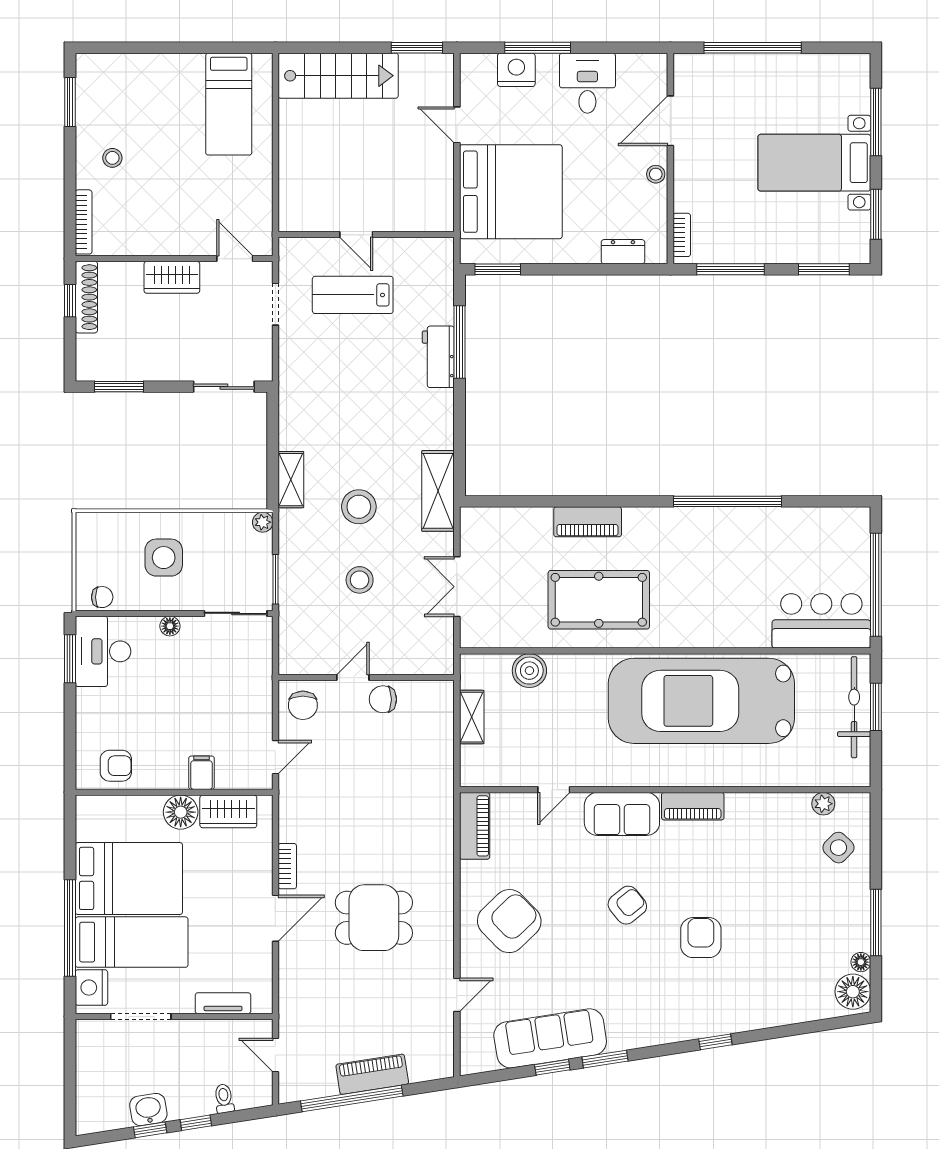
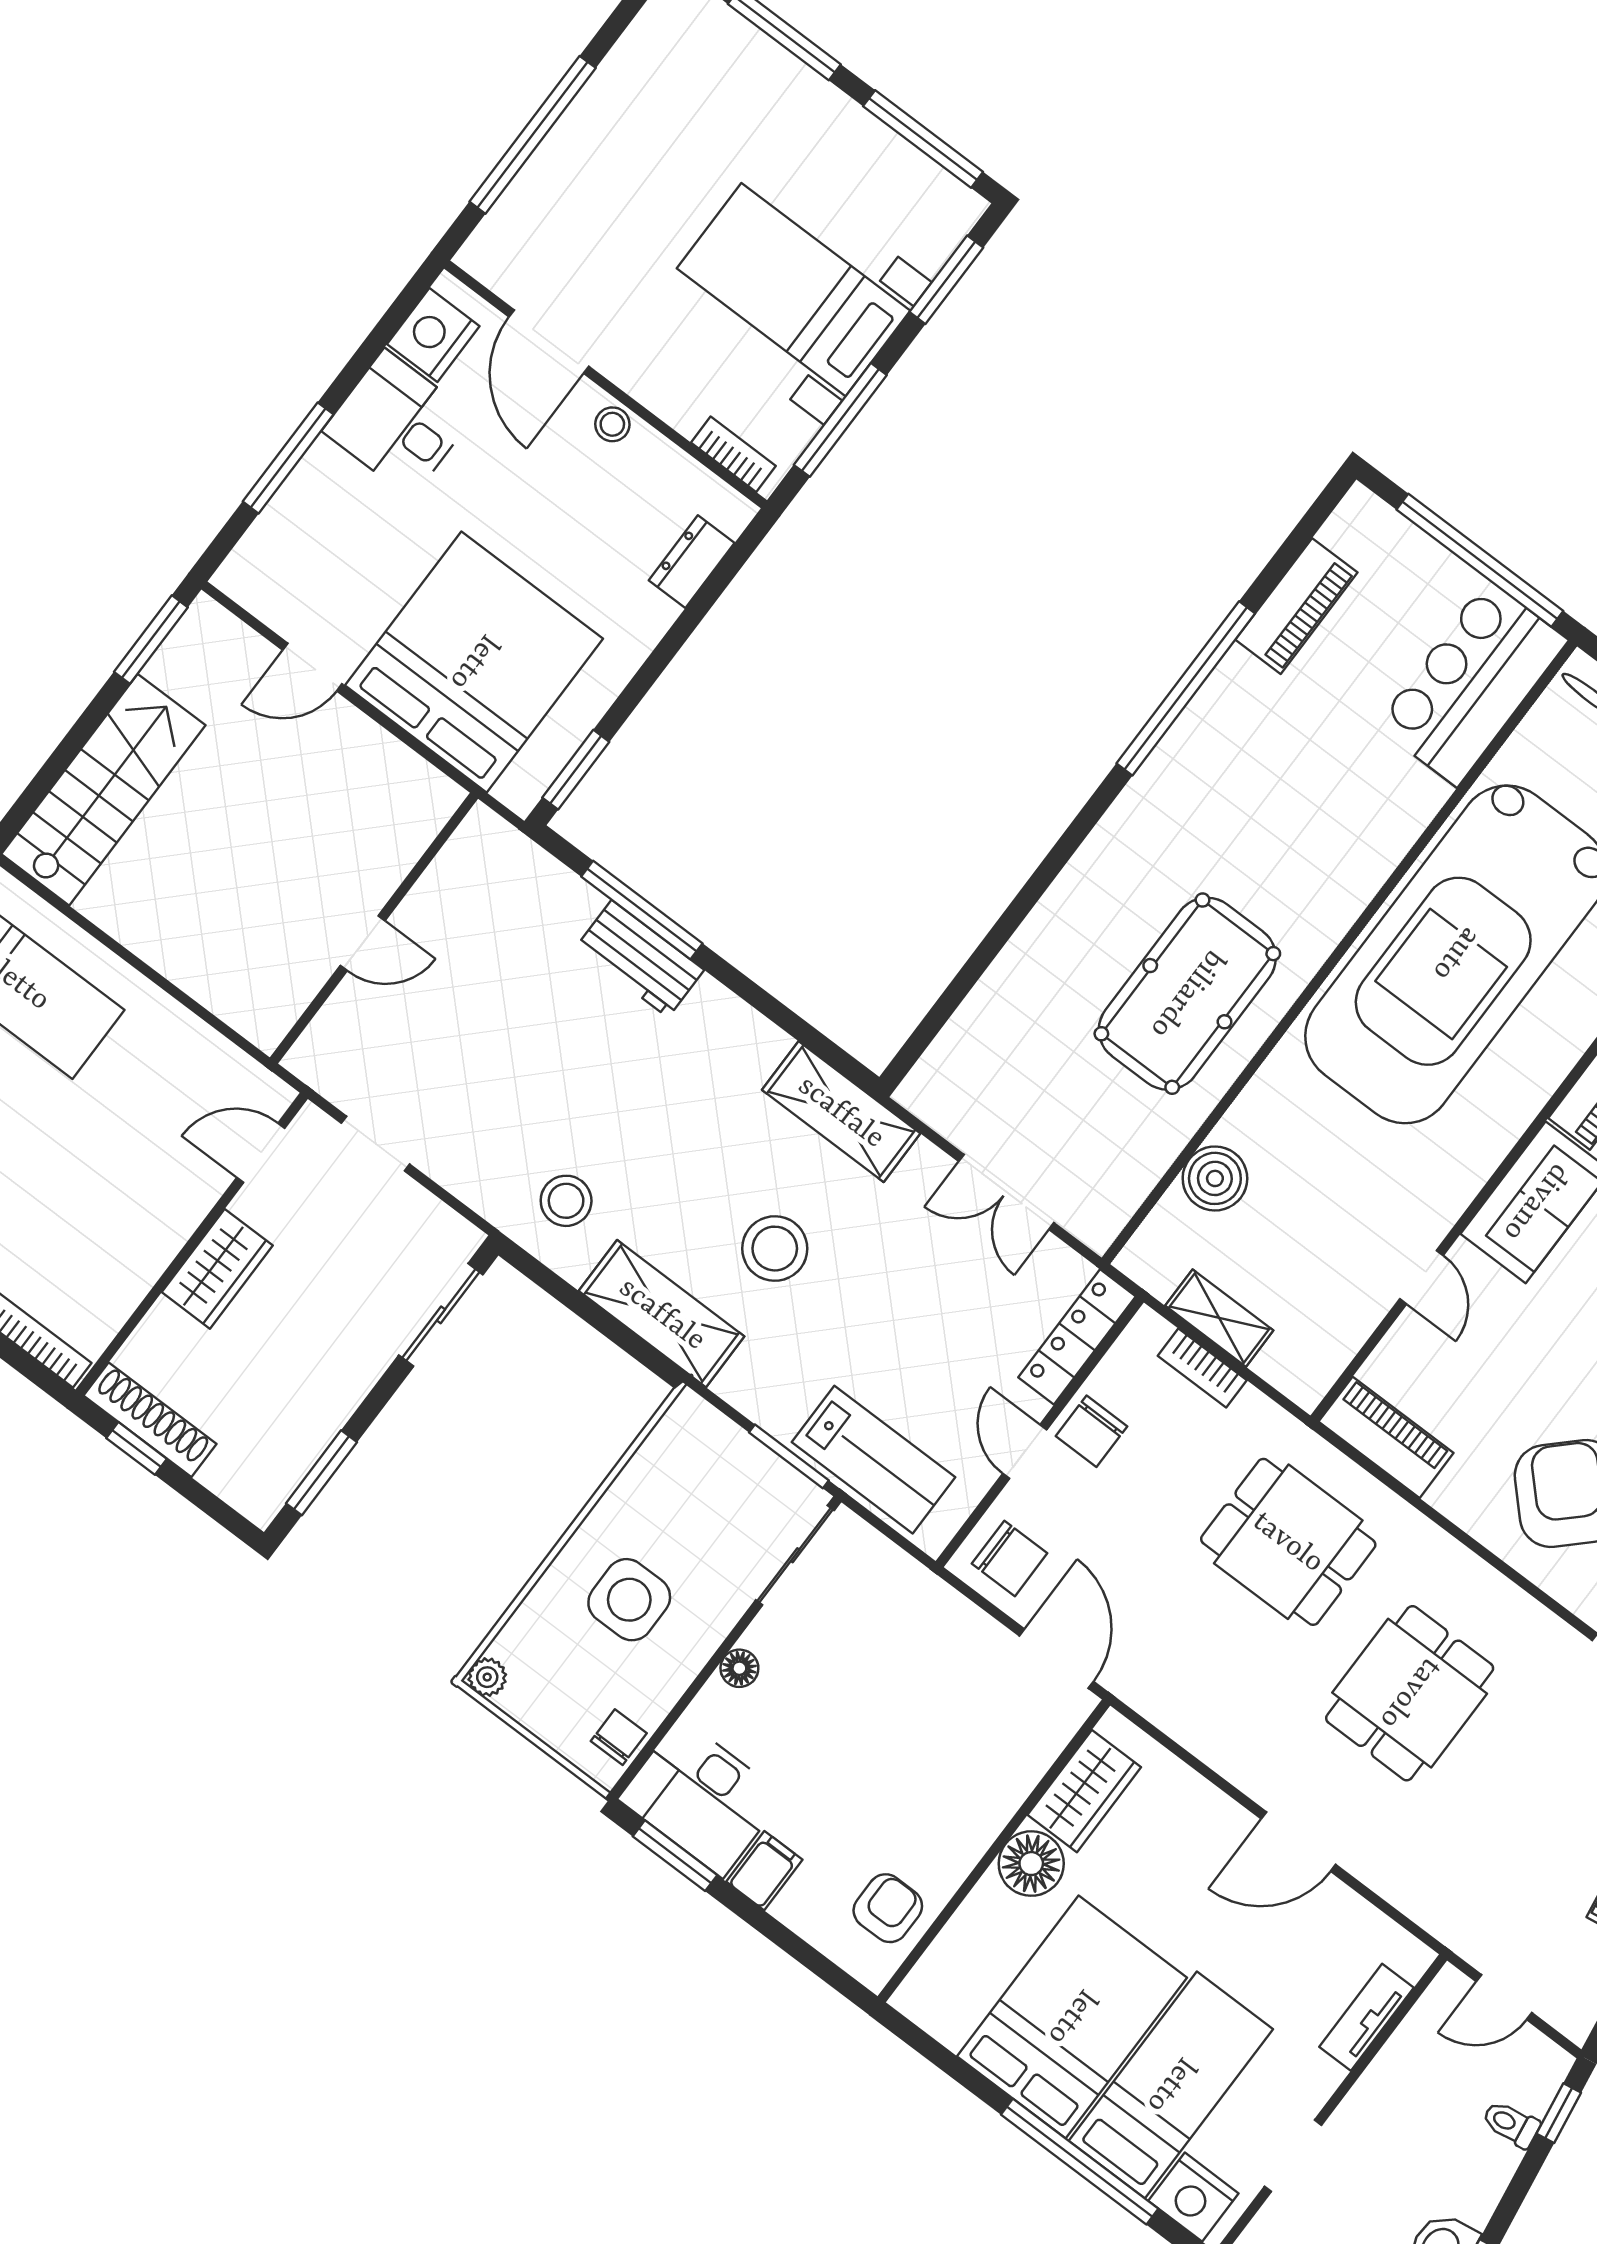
nightstand: (516, 70) -> (433, 335), moved
bed with nightstands: (814, 163) -> (793, 290), moved, turned 90
window: (876, 214) -> (923, 139), width x1.44
lab bench: (353, 295) -> (874, 1460), moved, turned -90
shelving: (291, 480) -> (662, 1314), width x1.50, depth x1.33
plant: (263, 522) -> (487, 1677), moved
piano: (588, 522) -> (1296, 606), moved
stool: (360, 580) -> (566, 1201), moved
locker: (418, 663) -> (1077, 1337), added
door: (275, 757) -> (1056, 1659), width x1.37
filing cabinet: (202, 773) -> (764, 1871), moved, turned 90
dining table: (399, 818) -> (1288, 1542), added
bookcase: (287, 866) -> (1202, 1368), moved, turned 180
door: (275, 918) -> (1298, 1842), swing flipped
doorway: (141, 1016) -> (1293, 2156), width x0.73
window: (196, 1123) -> (1559, 2113), moved

